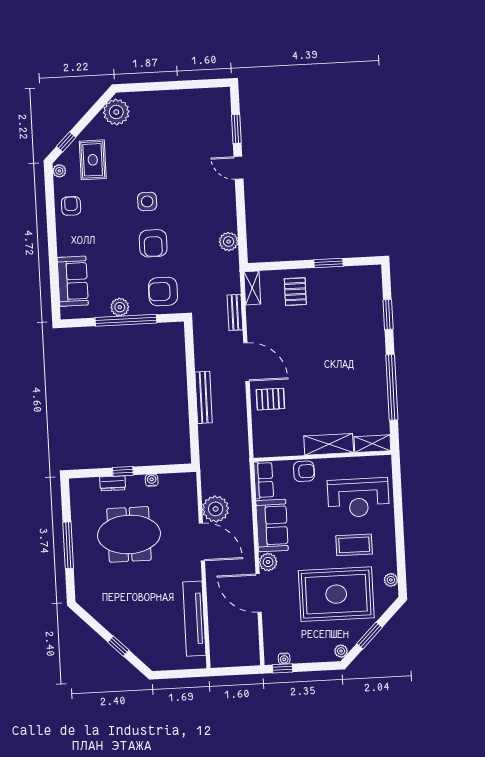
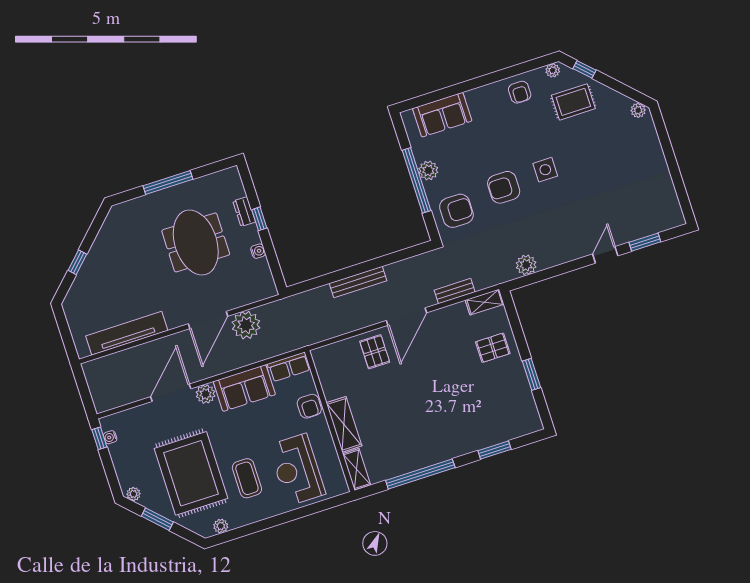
plant: (116, 112) -> (638, 110), width x0.53, depth x0.53
armchair: (71, 206) -> (520, 92), turned 90
armchair: (163, 291) -> (456, 211), turned 90

